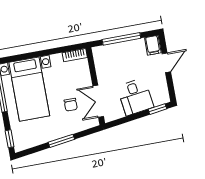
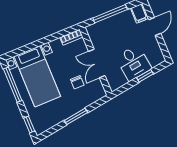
double door: (98, 101) -> (97, 63), moved
window: (157, 109) -> (145, 76), moved

